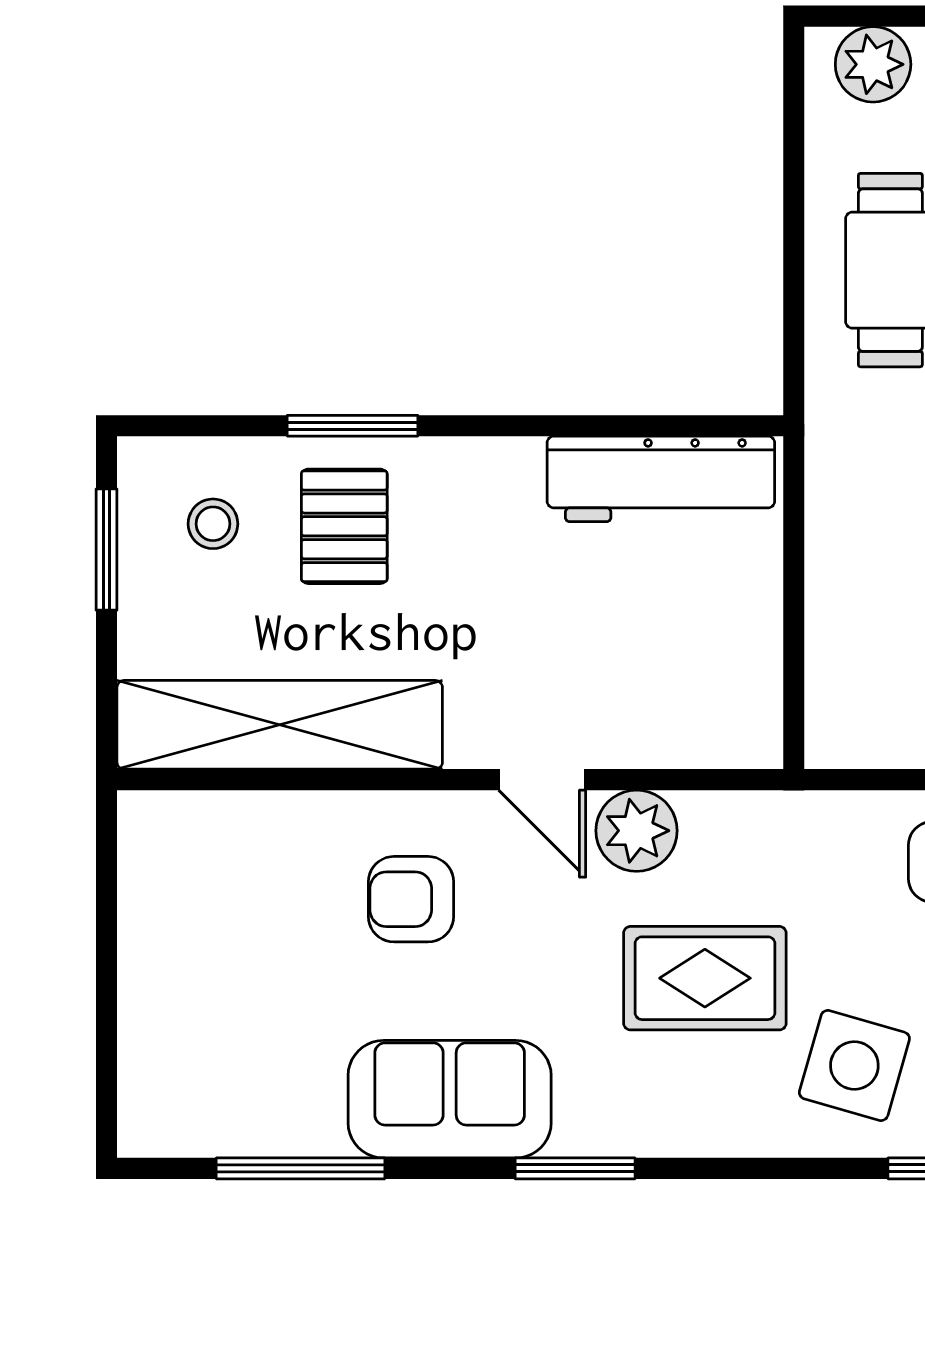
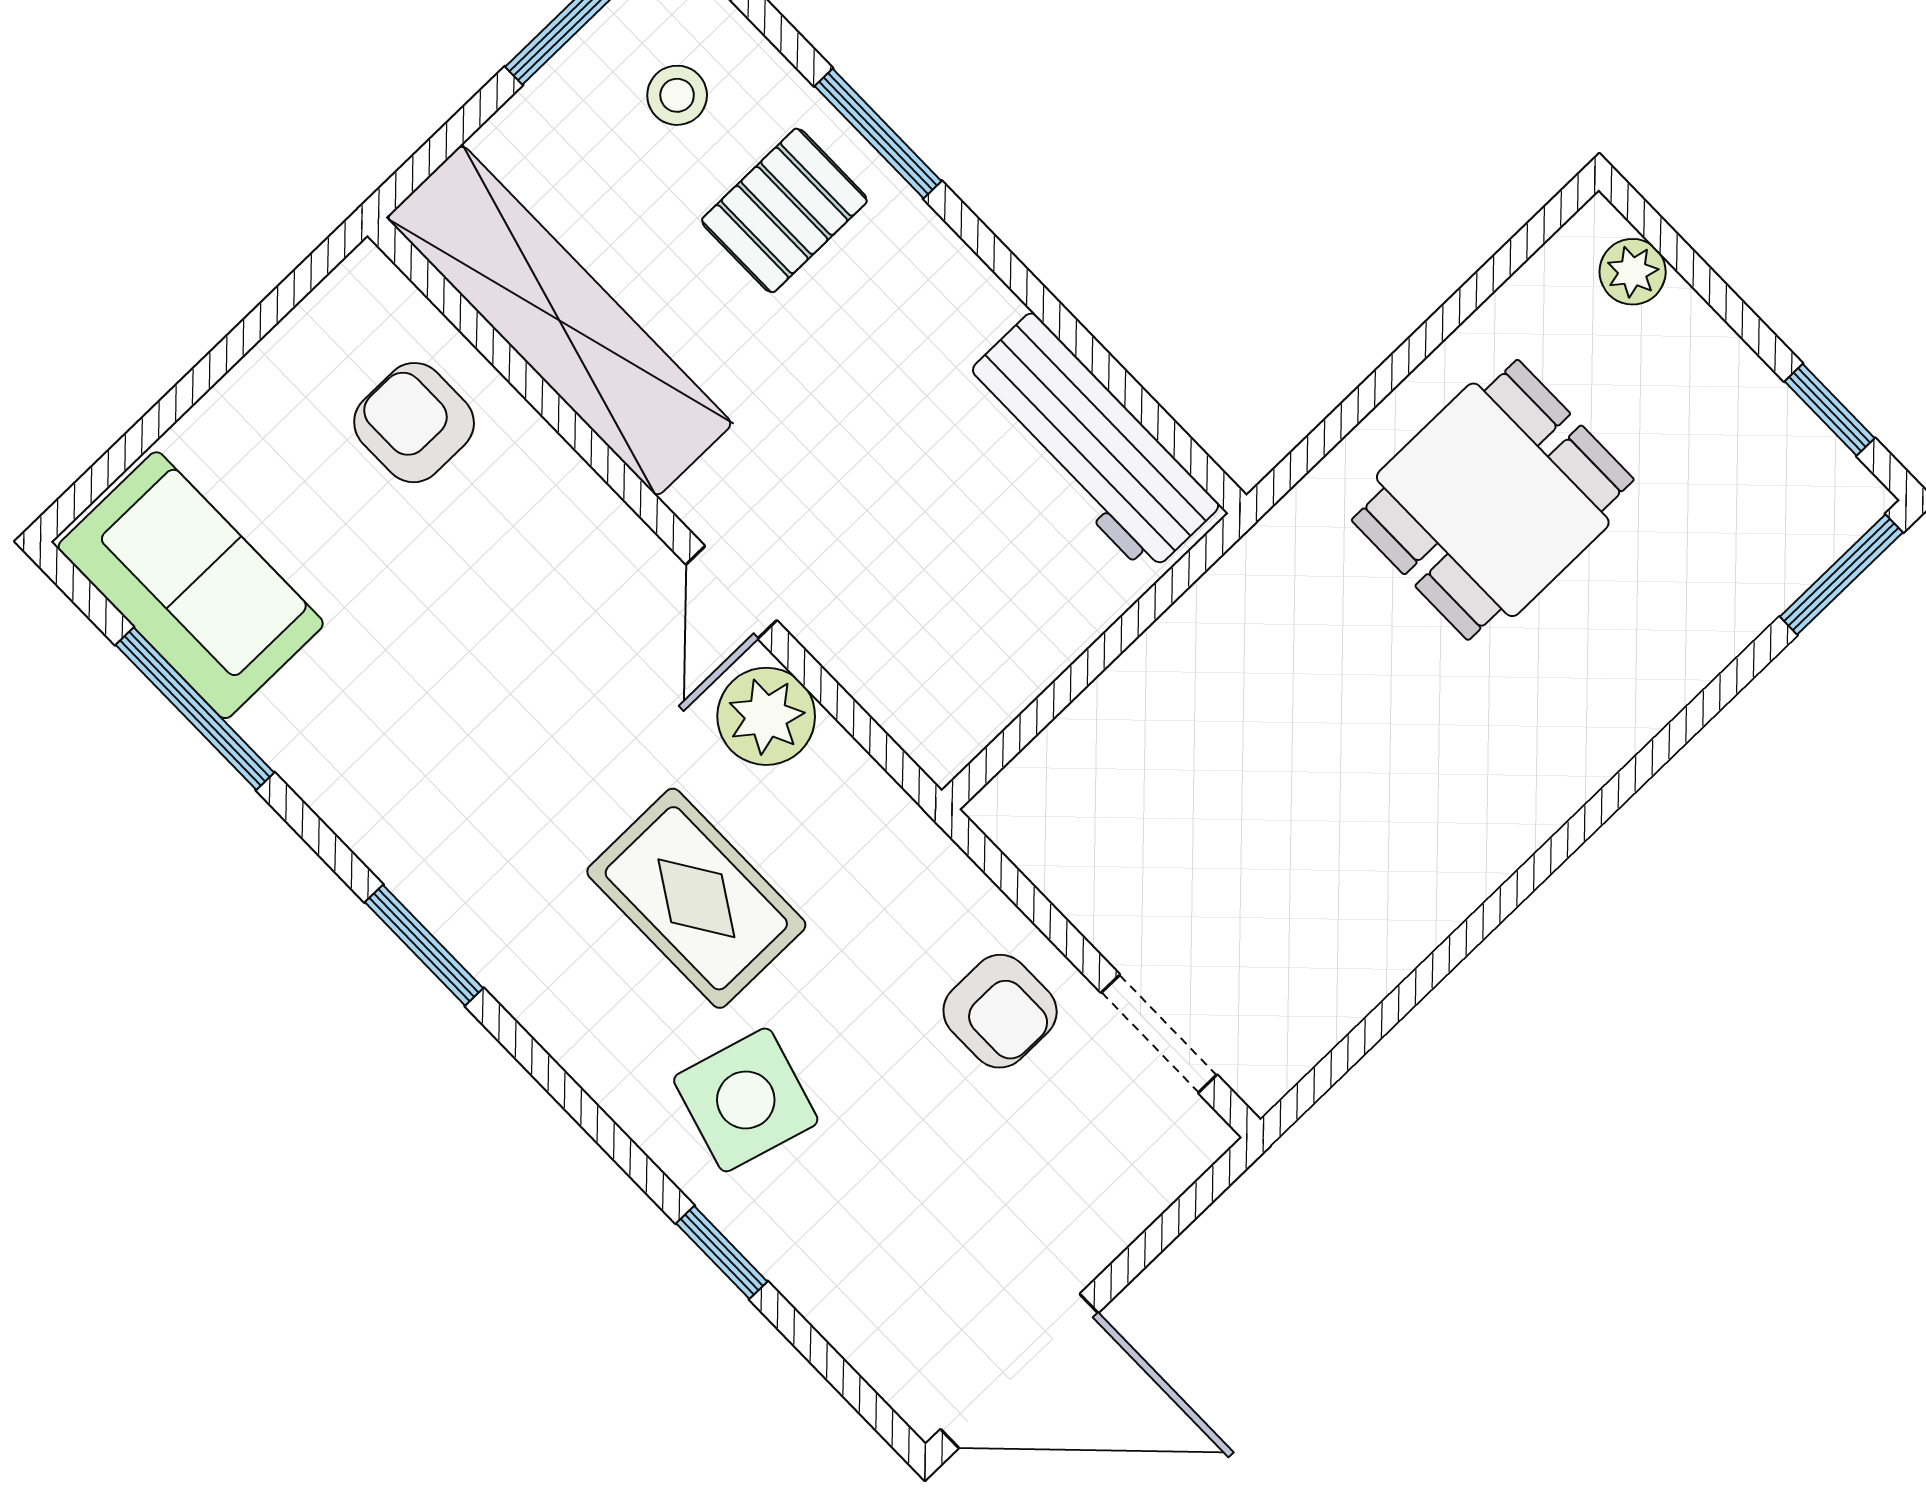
plant: (873, 64) -> (1633, 272), width x0.73, depth x0.73
armchair: (411, 899) -> (414, 423), moved
sofa: (450, 1099) -> (191, 585), moved

